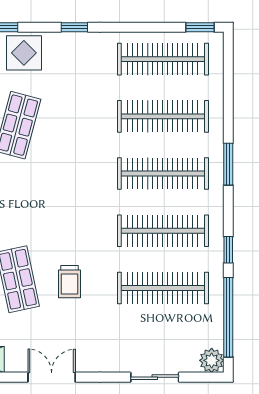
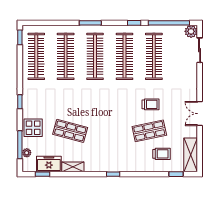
sliding door: (155, 377) -> (200, 50), moved

